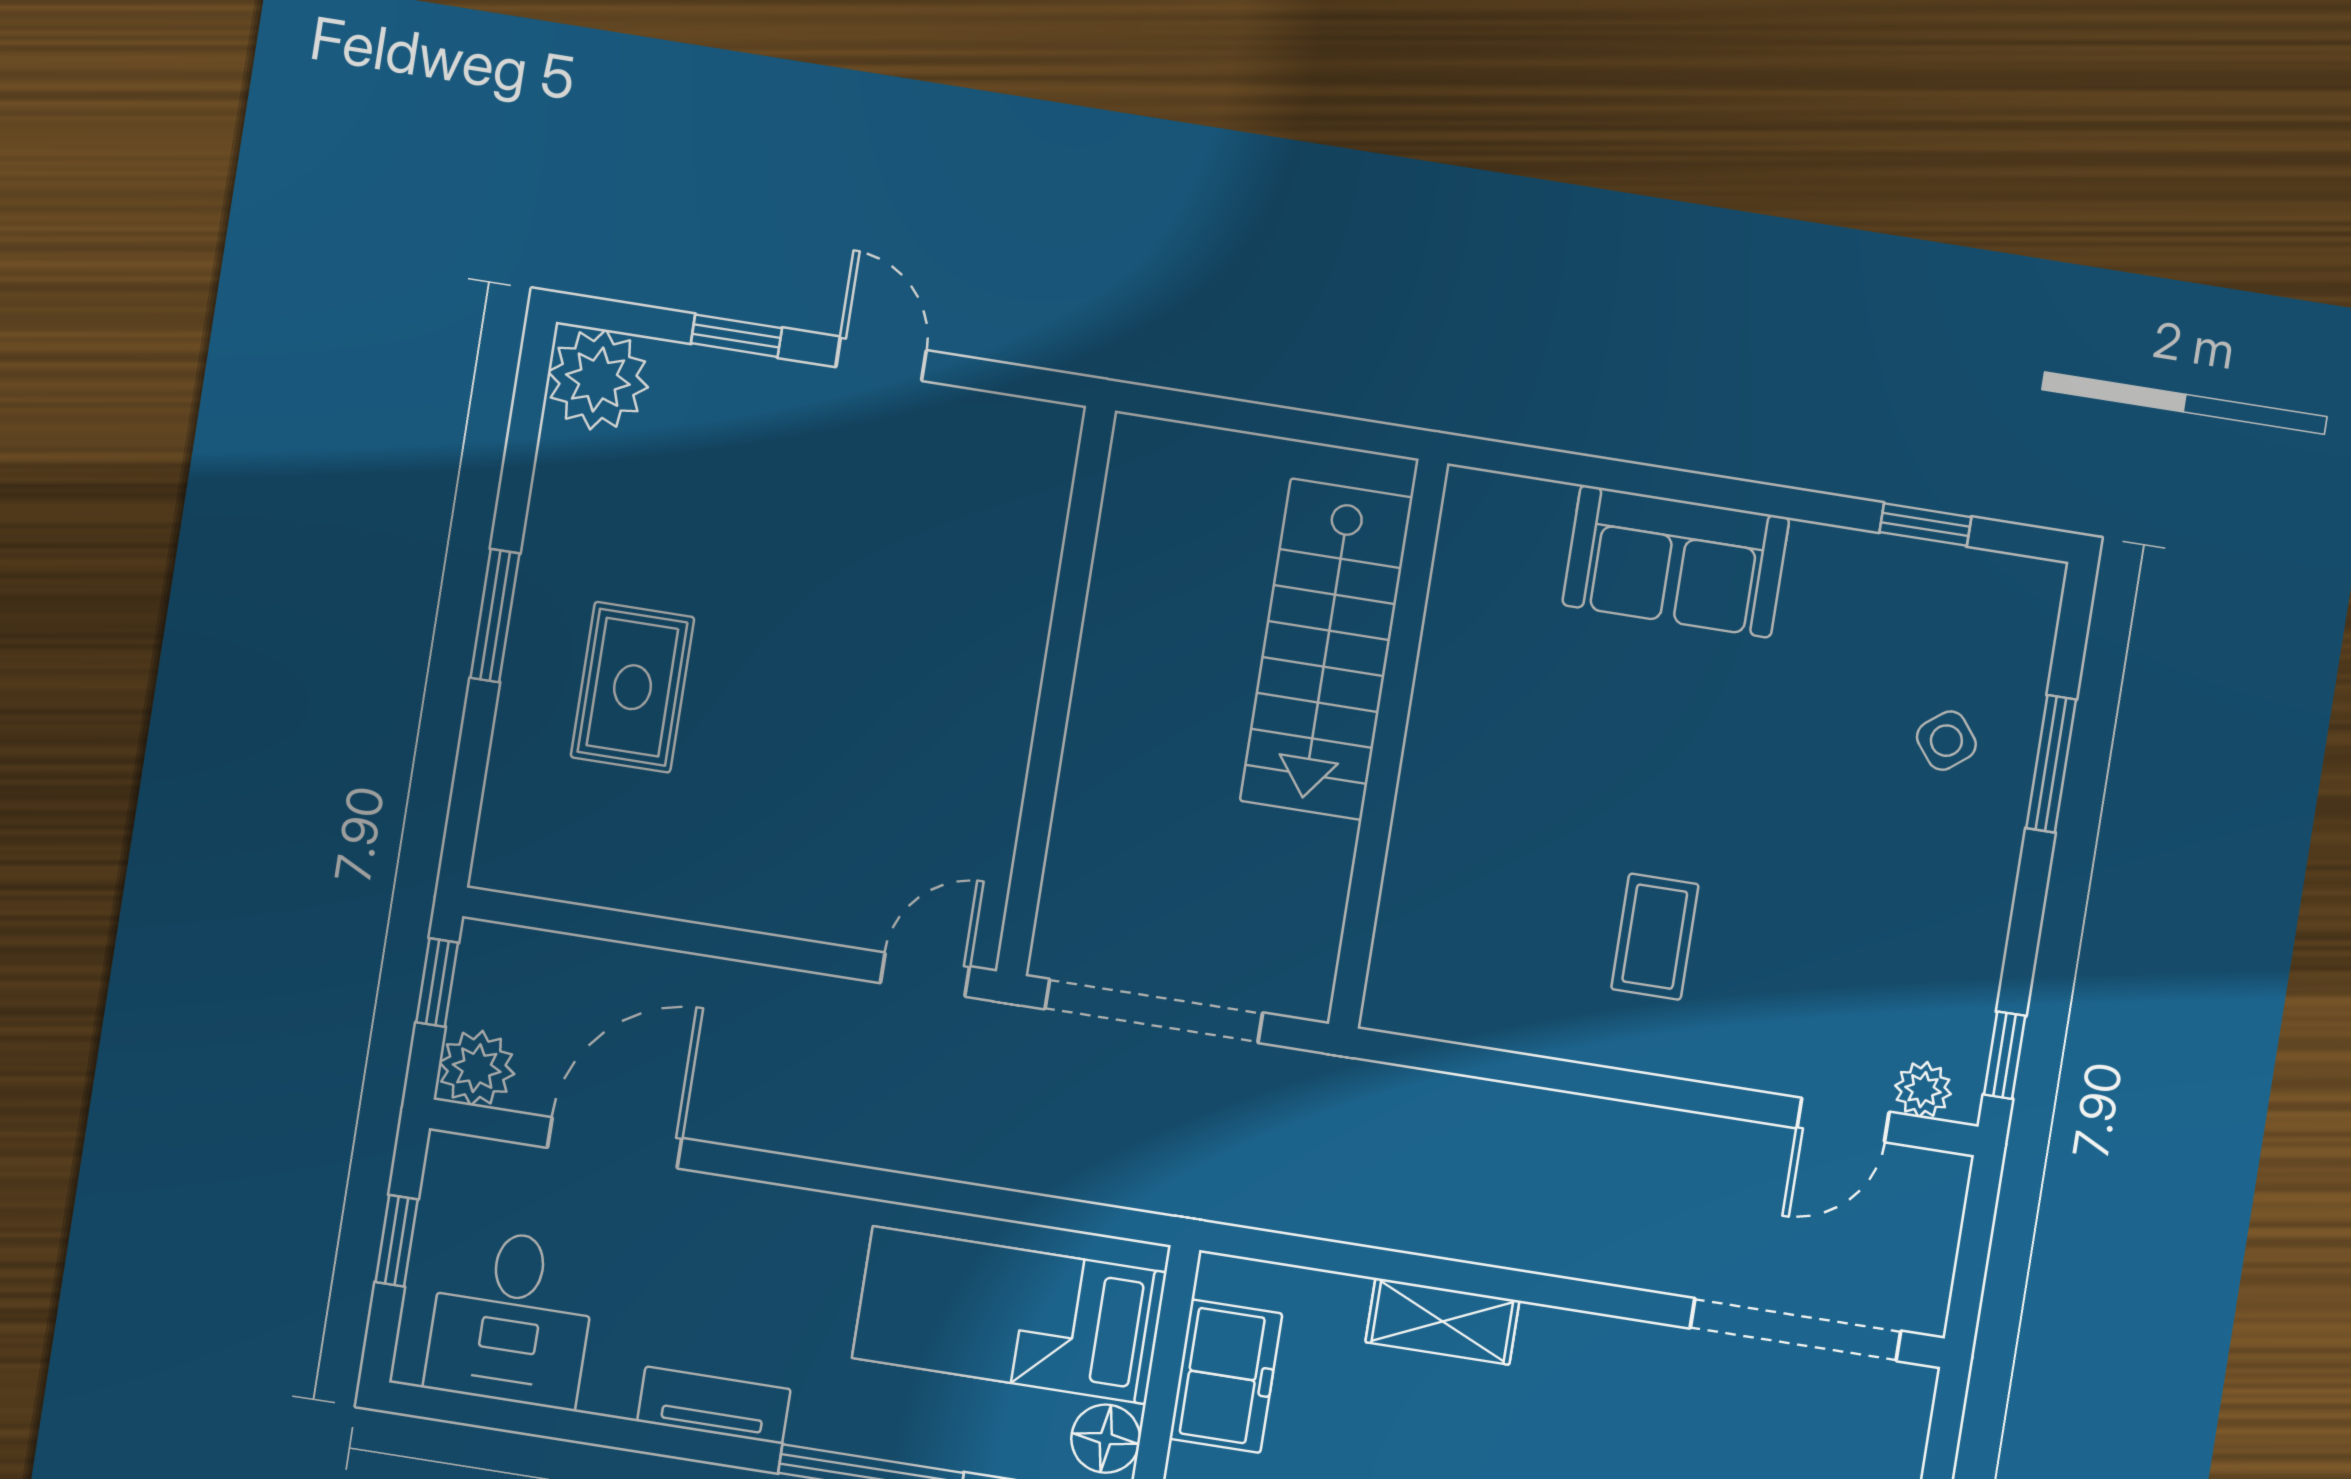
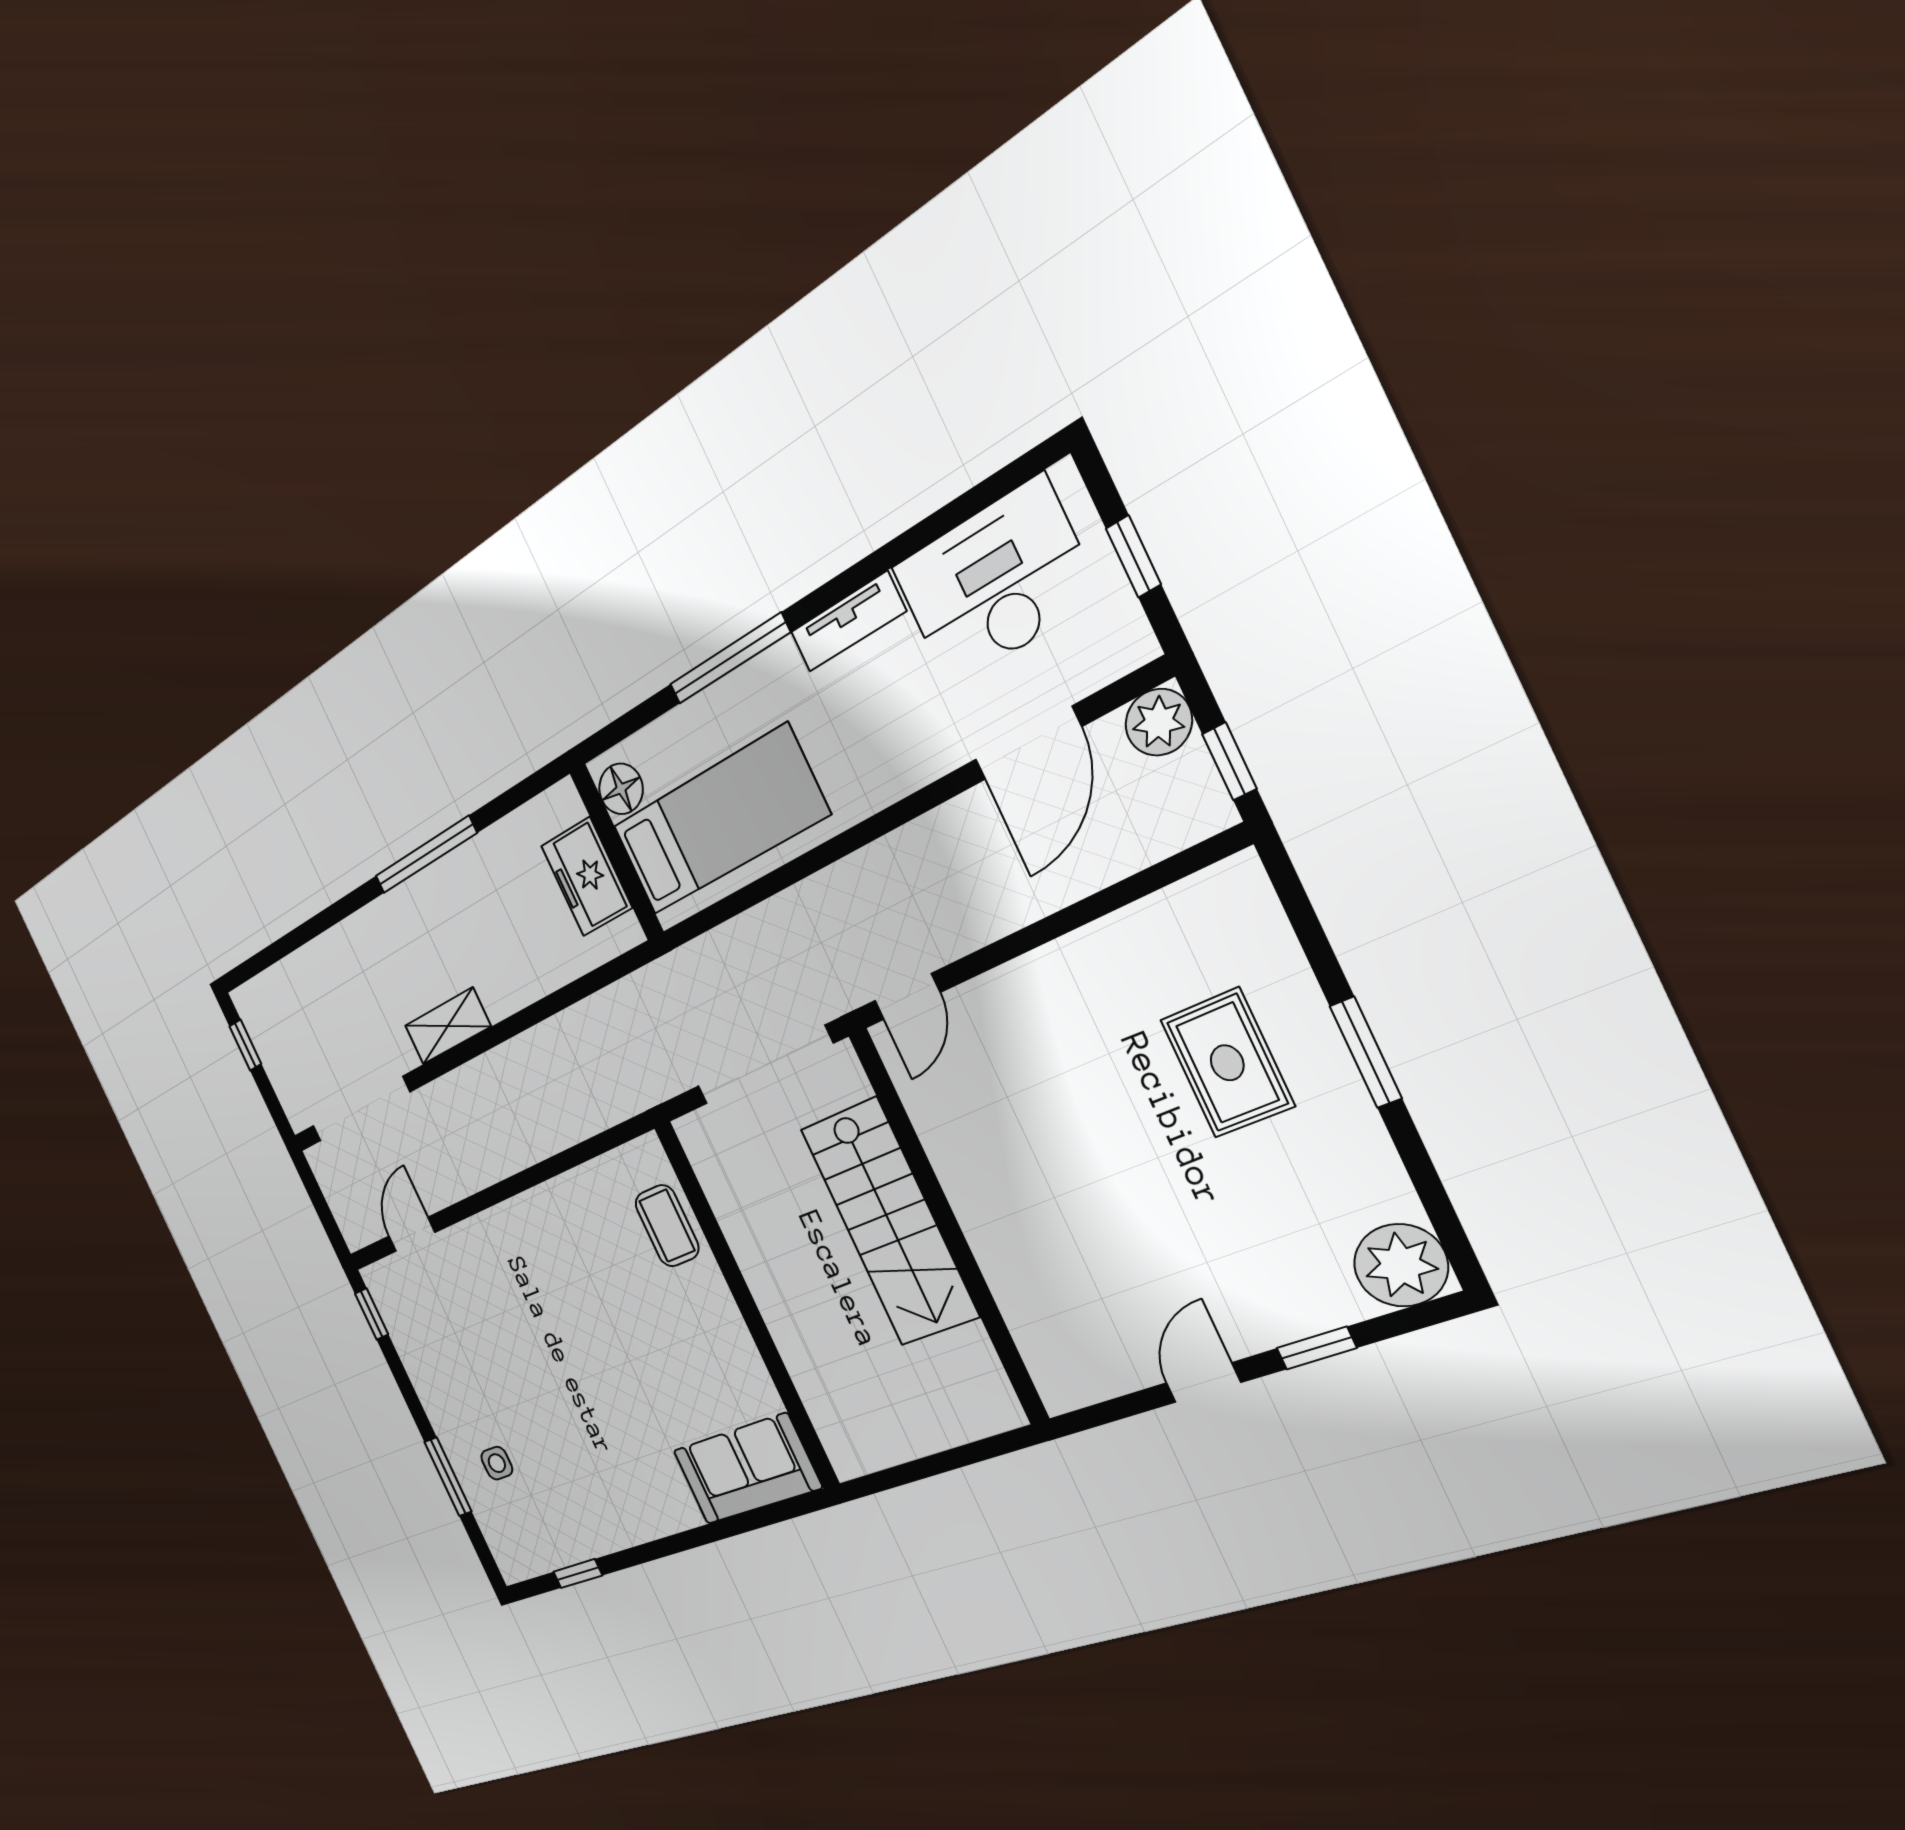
door: (881, 359) -> (1203, 1383), swing flipped
sofa: (1676, 561) -> (747, 1469), moved
stairs: (1326, 649) -> (890, 1222), moved, turned 180
side table: (1946, 741) -> (497, 1463), turned 38
coffee table: (1655, 937) -> (667, 1226), moved
plant: (1923, 1090) -> (391, 1273), removed
desk: (511, 1318) -> (995, 583), width x1.37
shelving: (1442, 1321) -> (448, 1026), moved

